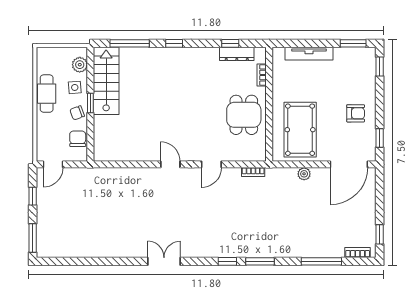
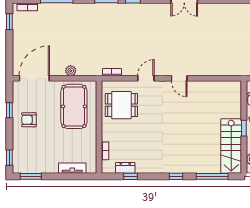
dresser: (237, 54) -> (125, 168), width x0.70
tv unit: (309, 54) -> (72, 168), width x0.71
dining table: (244, 115) -> (121, 105), moved, turned 90
window: (380, 138) -> (9, 110), moved

